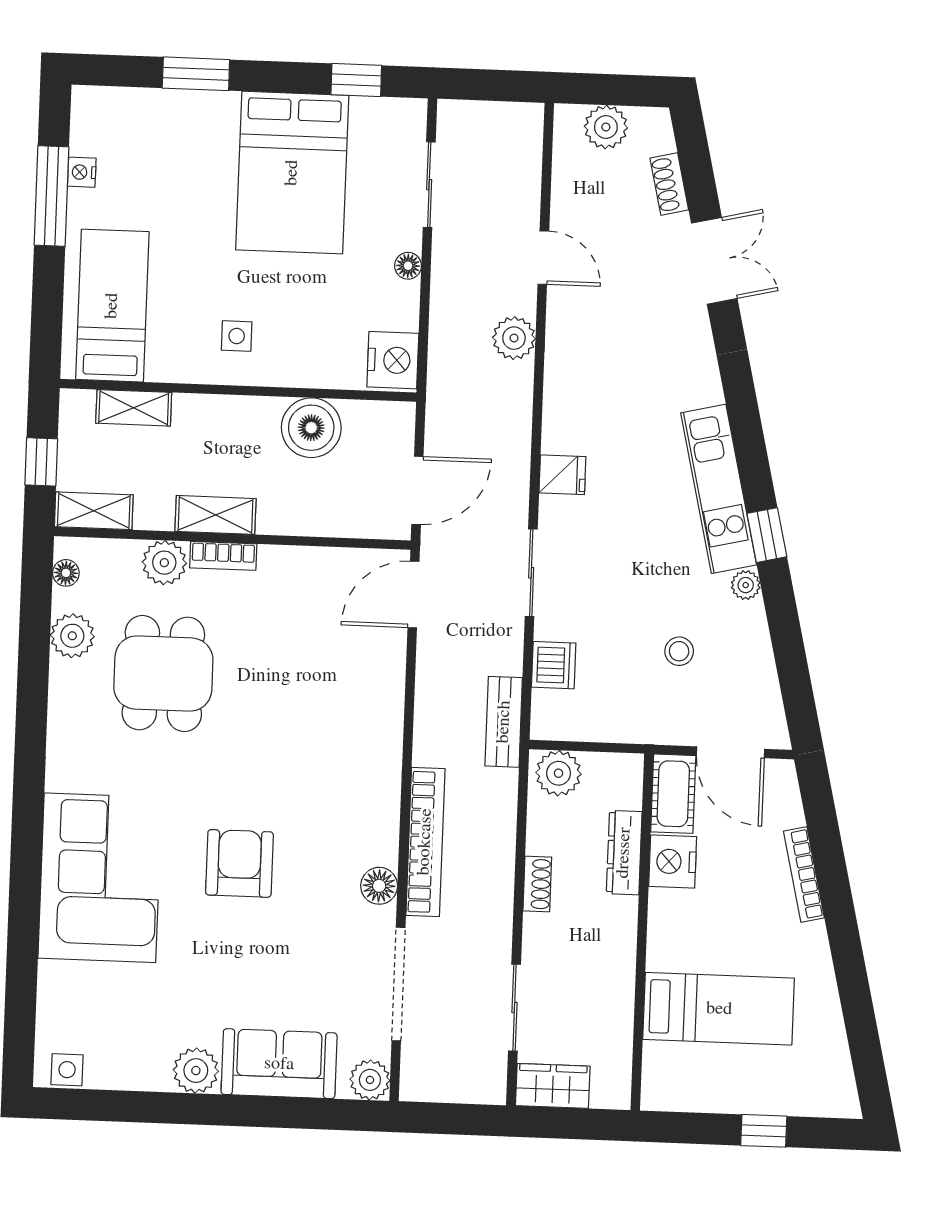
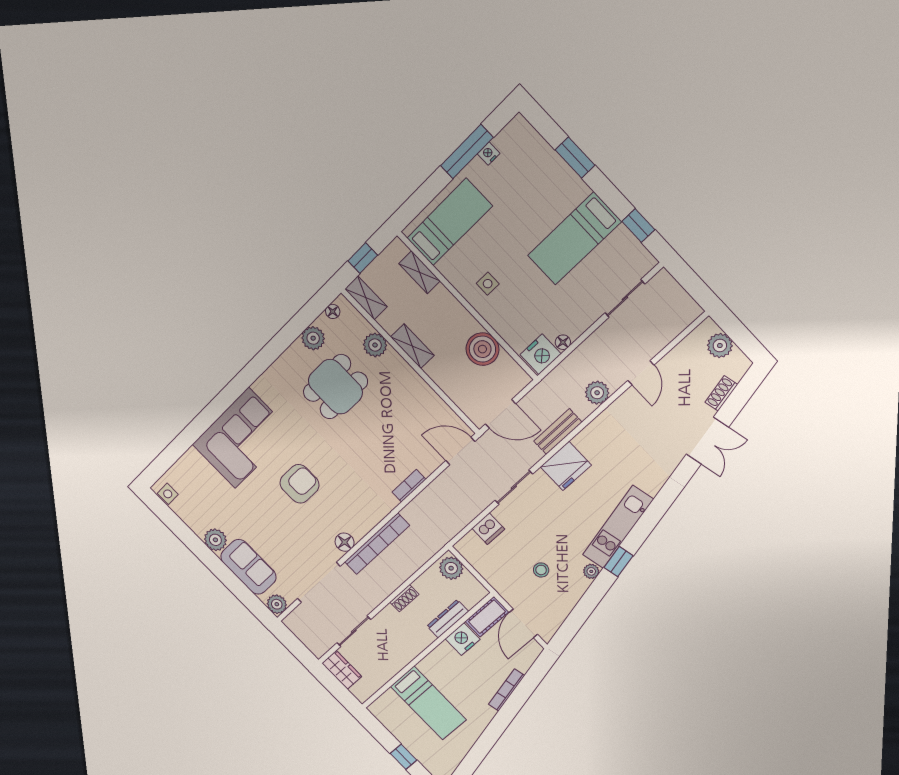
bed: (292, 173) -> (574, 239), width x0.67
floor lamp: (408, 266) -> (563, 342), moved
fridge: (562, 475) -> (566, 466), width x1.88, depth x1.34
bookcase: (223, 556) -> (409, 486), moved, turned 90
bench: (504, 722) -> (558, 432), moved

